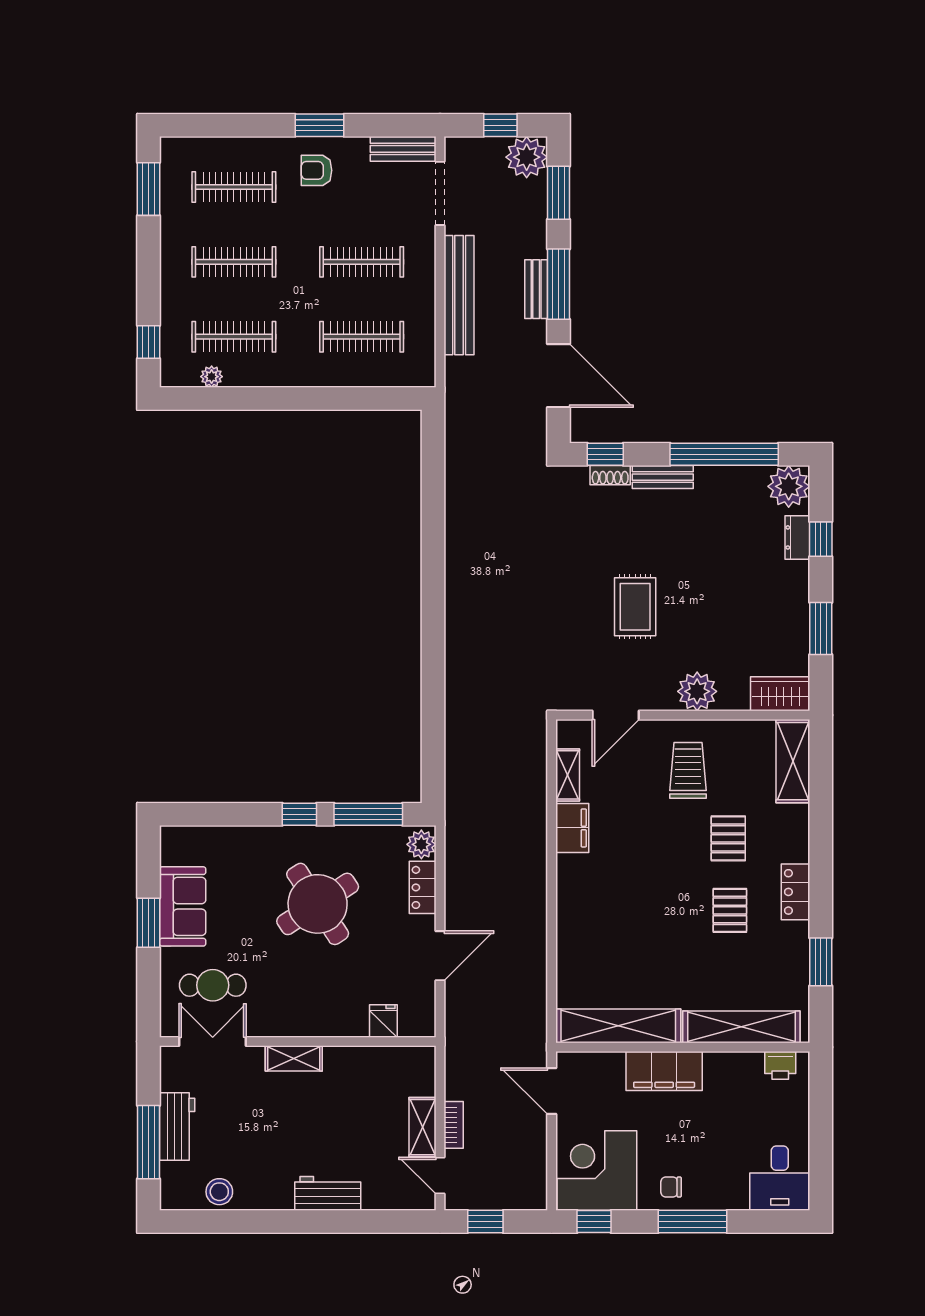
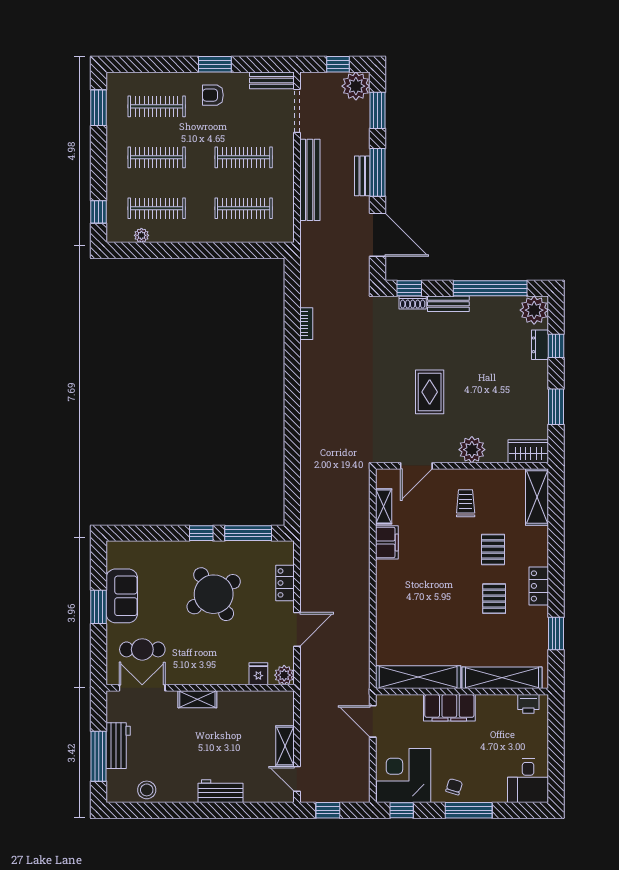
trolley: (688, 770) -> (466, 503), width x0.73, depth x0.72
plant: (421, 844) -> (284, 675), moved
bookcase: (454, 1125) -> (306, 324), moved
chair: (671, 1187) -> (454, 787), turned 107

